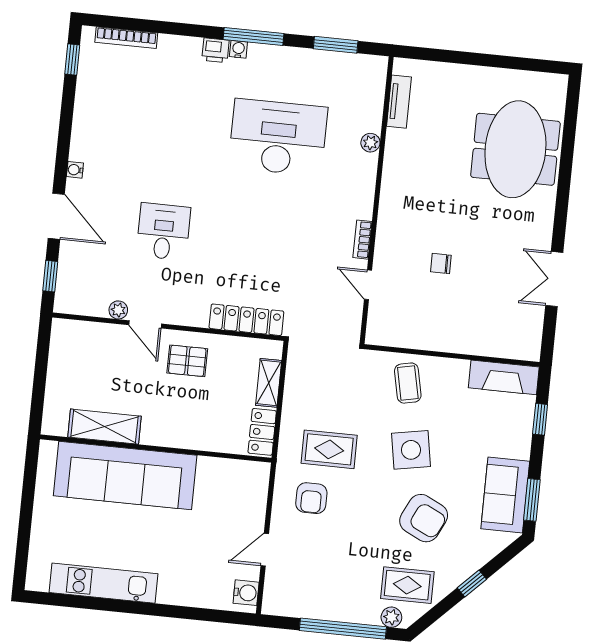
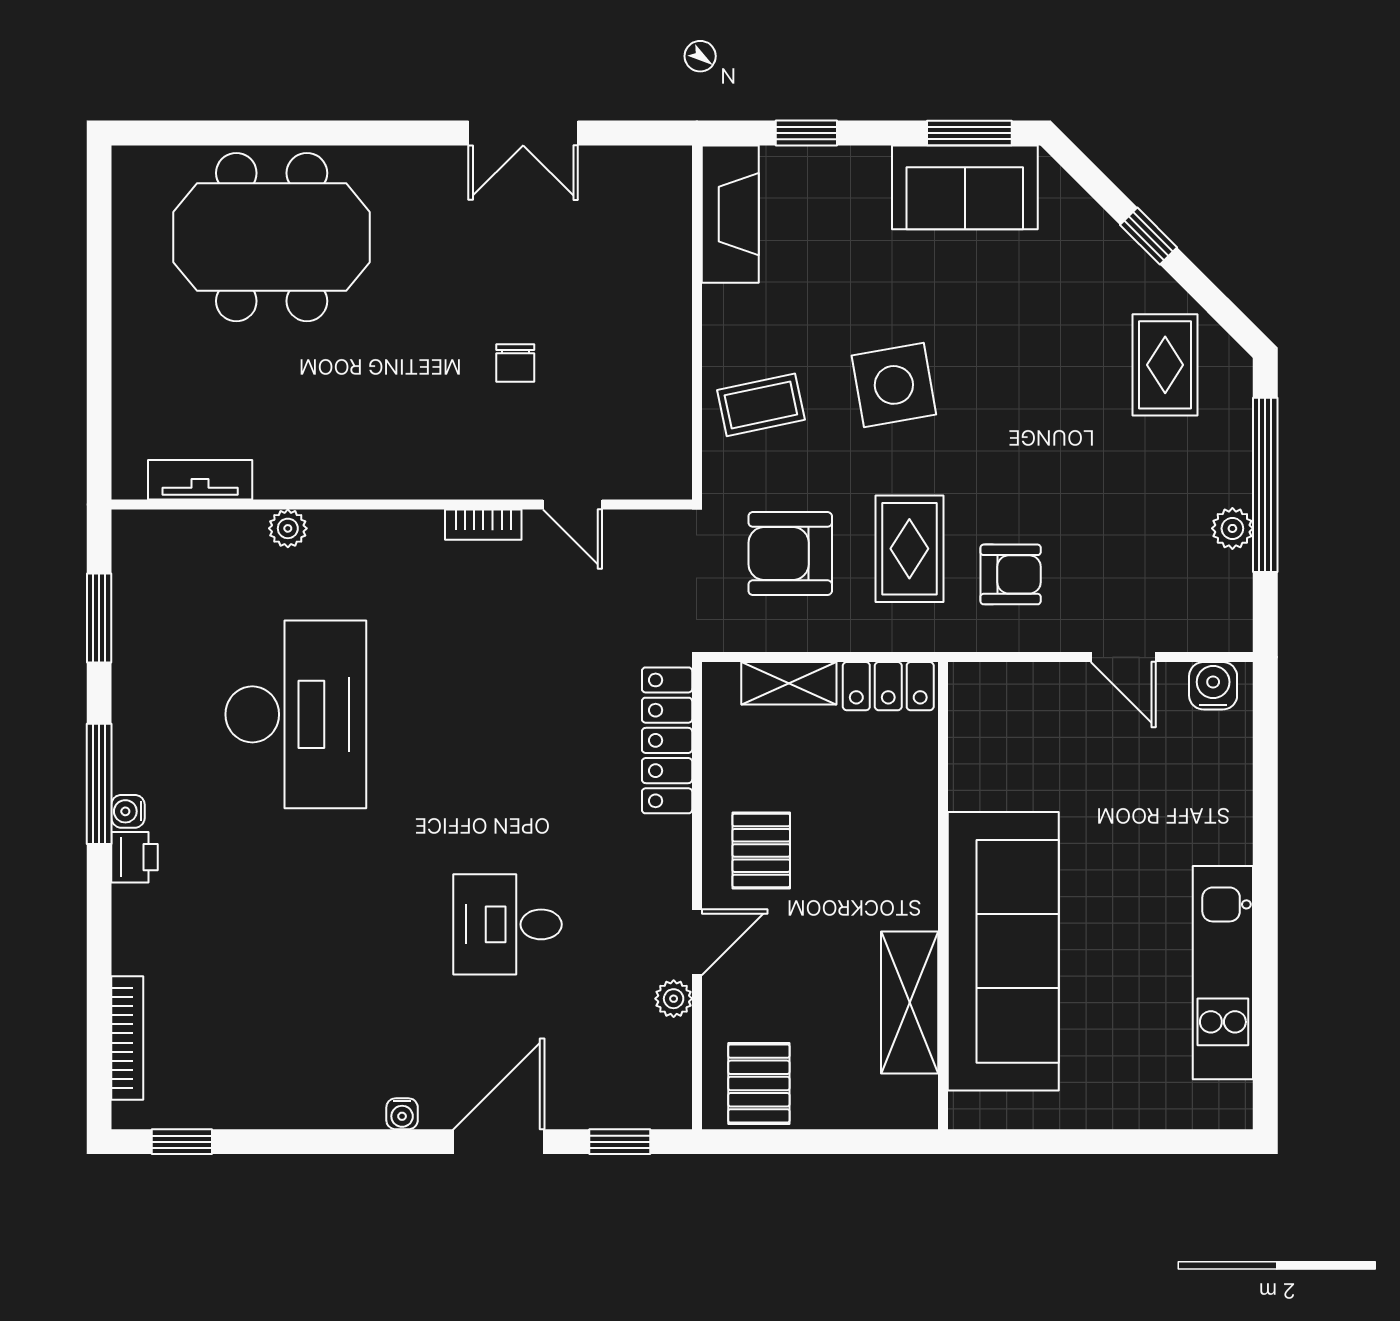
desk: (278, 137) -> (296, 714), turned 180
door: (368, 285) -> (573, 504), hinge flipped
pallet: (72, 348) -> (759, 1084), added
armchair: (424, 518) -> (790, 554), moved, turned -116
plant: (391, 617) -> (1232, 528), moved

